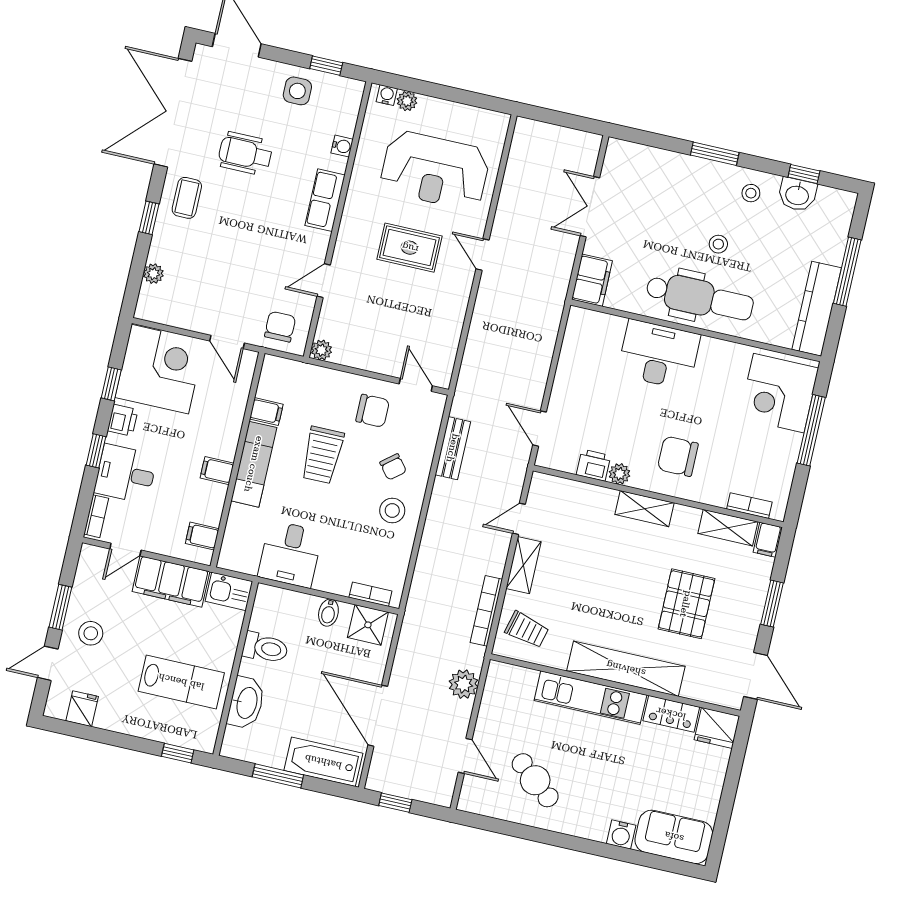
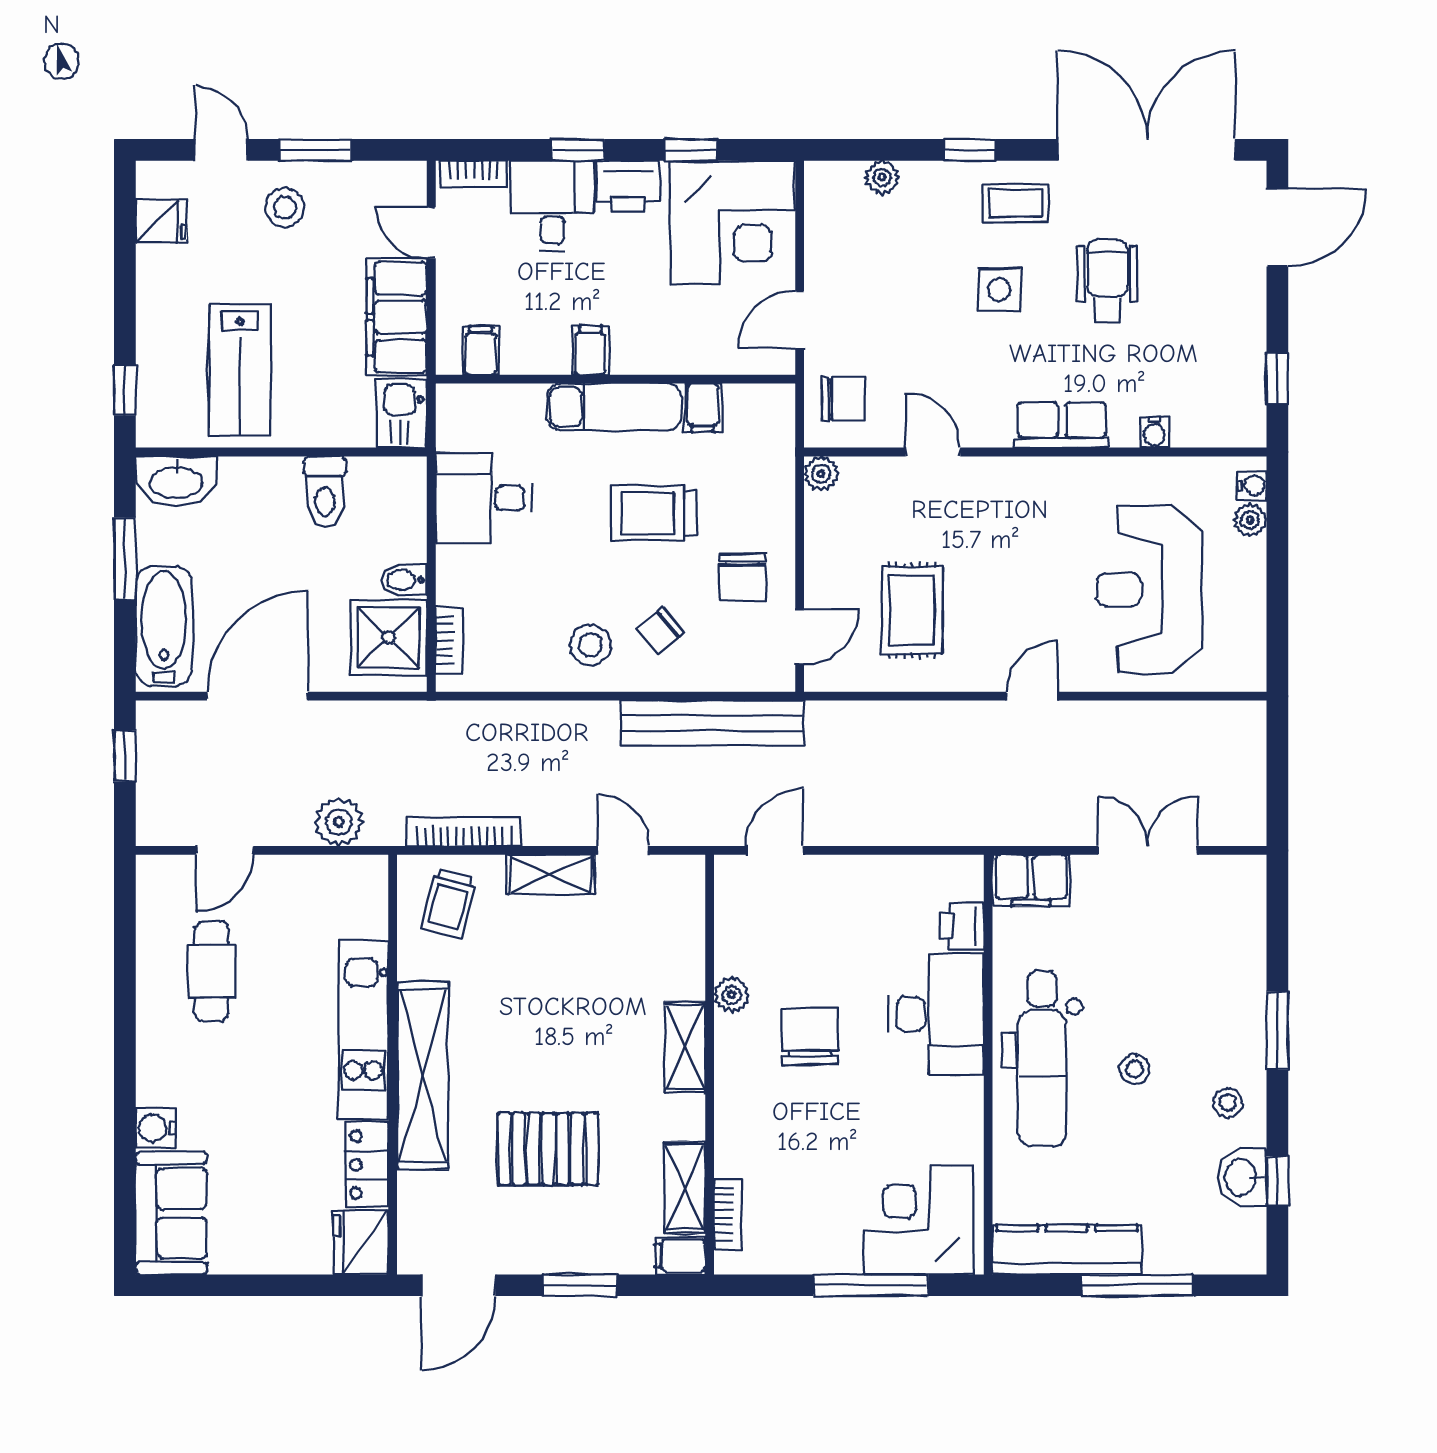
side table: (297, 91) -> (999, 290), moved
rug: (410, 248) -> (912, 610), moved
printer: (123, 420) -> (628, 186), width x1.36, depth x1.24
bench: (453, 448) -> (712, 723), width x1.86, depth x1.21
chair: (678, 456) -> (810, 1036), moved
printer: (593, 465) -> (962, 926), moved, turned 180
shower: (368, 625) -> (389, 637), width x1.36, depth x1.36
washbasin: (246, 703) -> (176, 481), moved
cafe table: (535, 780) -> (211, 971), turned -40

